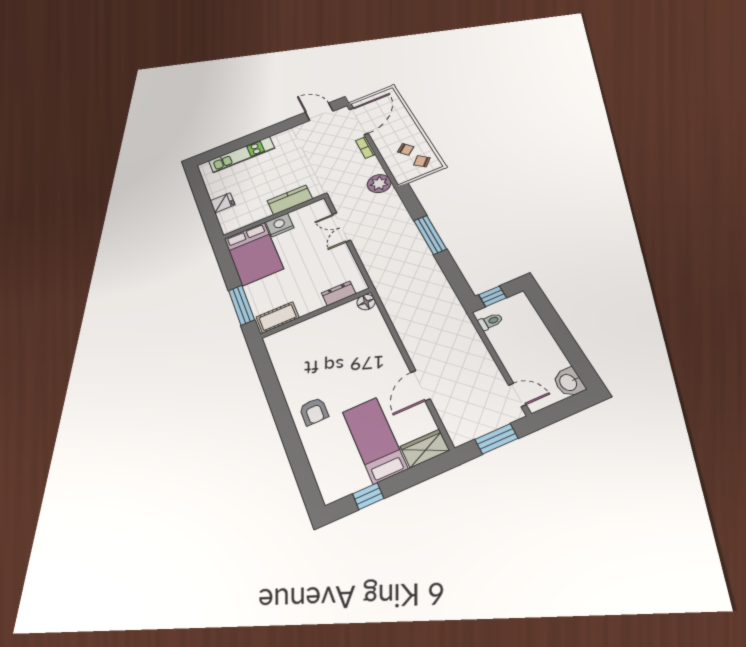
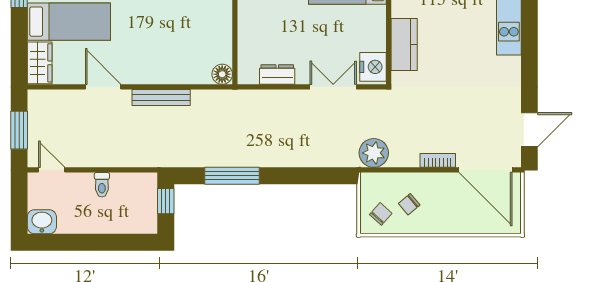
nightstand: (280, 225) -> (373, 67), moved
window: (430, 235) -> (232, 176), moved
dresser: (339, 293) -> (277, 75), moved, turned -90
toilet: (491, 321) -> (102, 185), moved
bench: (407, 337) -> (161, 97), added
door: (517, 395) -> (52, 170), swing flipped

